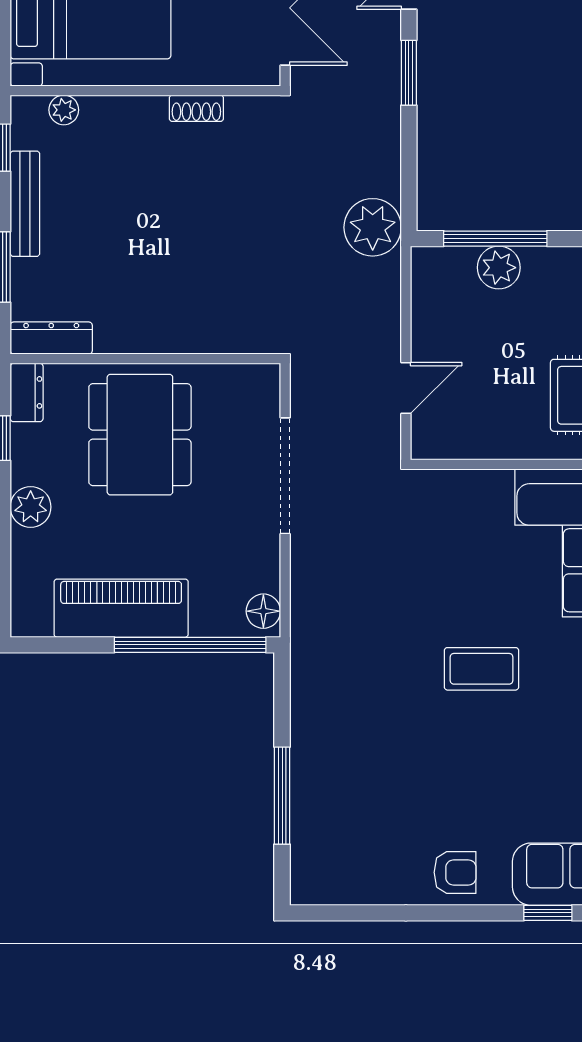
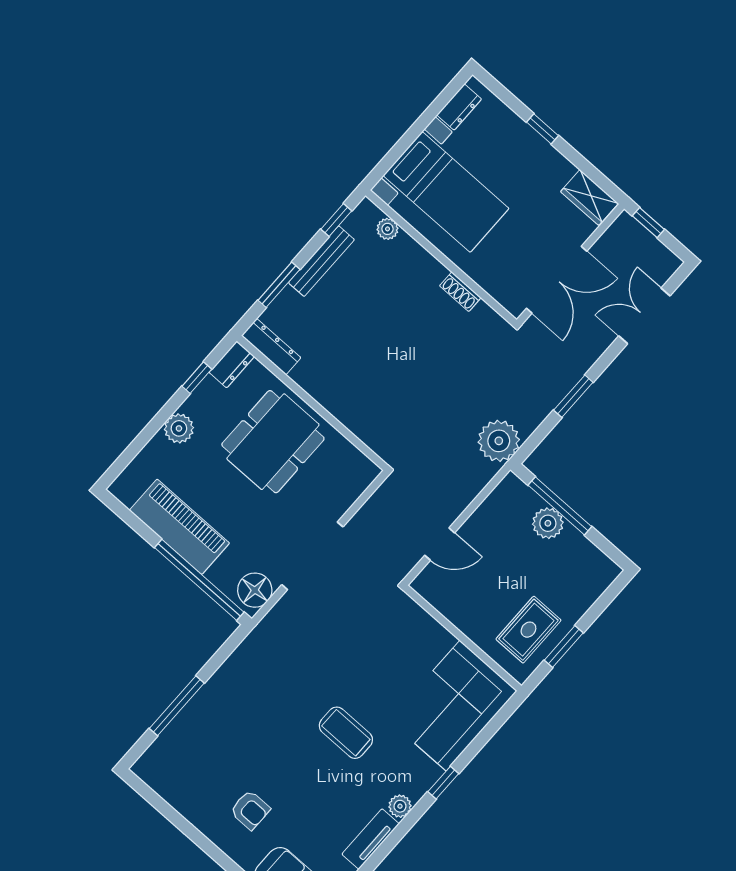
window: (409, 73) -> (573, 396), moved
doorway: (285, 476) -> (312, 556), moved
floor lamp: (263, 611) -> (255, 590), width x1.38, depth x1.38
armchair: (455, 872) -> (250, 810), moved

